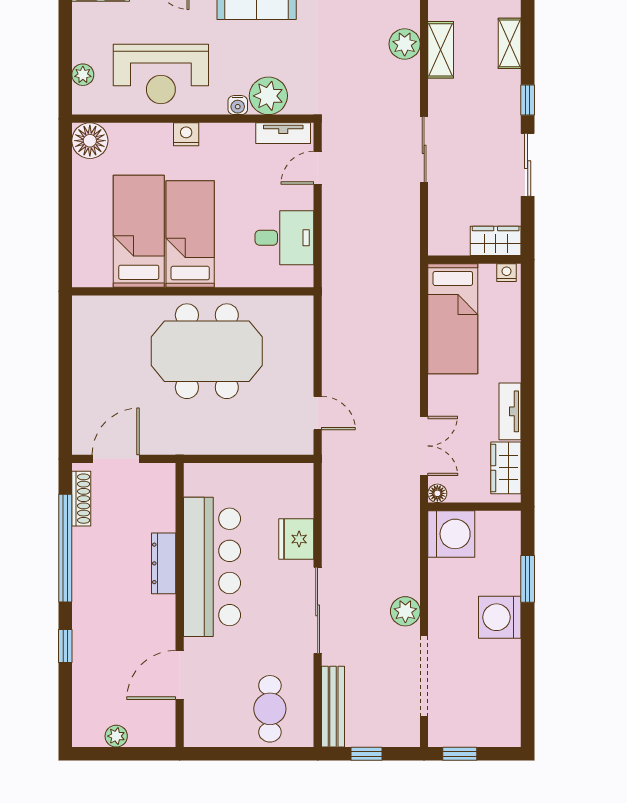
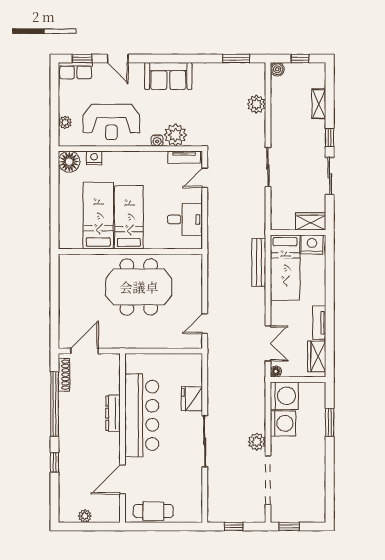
shelving: (441, 50) -> (278, 108), removed
nightstand: (186, 134) -> (94, 158), moved
nightstand: (507, 273) -> (312, 245), width x1.89, depth x1.79
door: (318, 413) -> (205, 324), swing flipped
washing machine: (500, 617) -> (283, 423), moved, turned 180
bench: (333, 707) -> (259, 262), moved
cafe table: (270, 709) -> (153, 511), moved, turned 90

